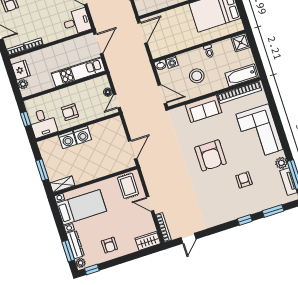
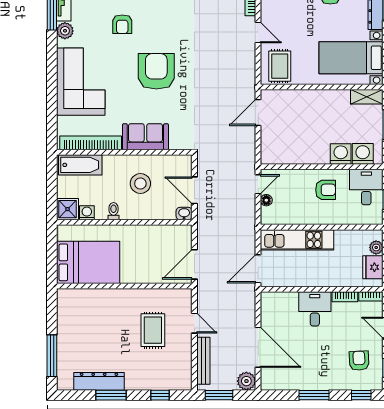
desk: (77, 22) -> (315, 309), moved, turned 90
washing machine: (172, 62) -> (87, 213), moved
door: (162, 94) -> (194, 190), moved
washing machine: (82, 135) -> (363, 154), moved

